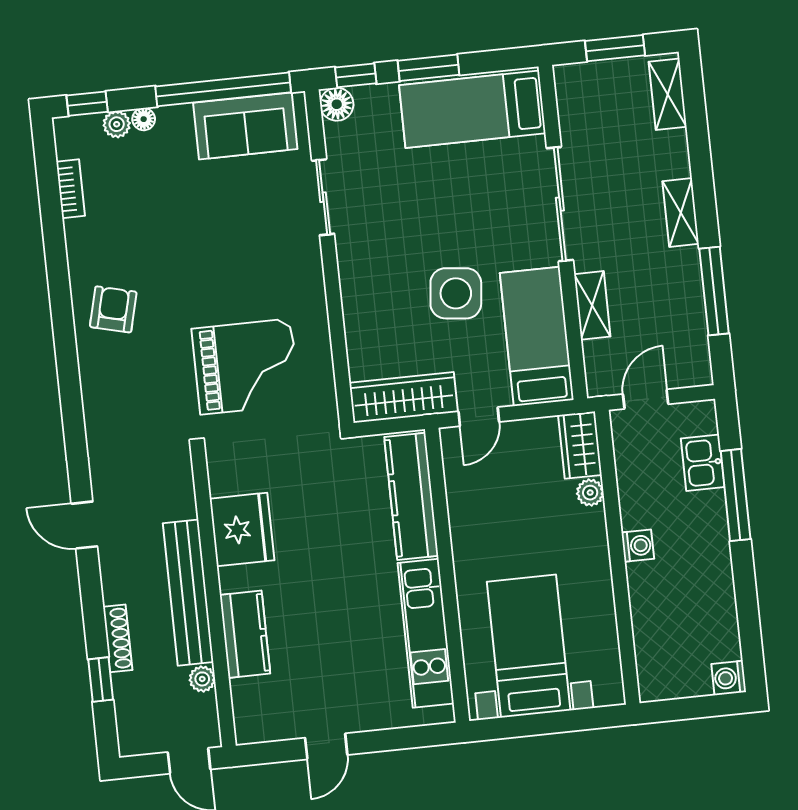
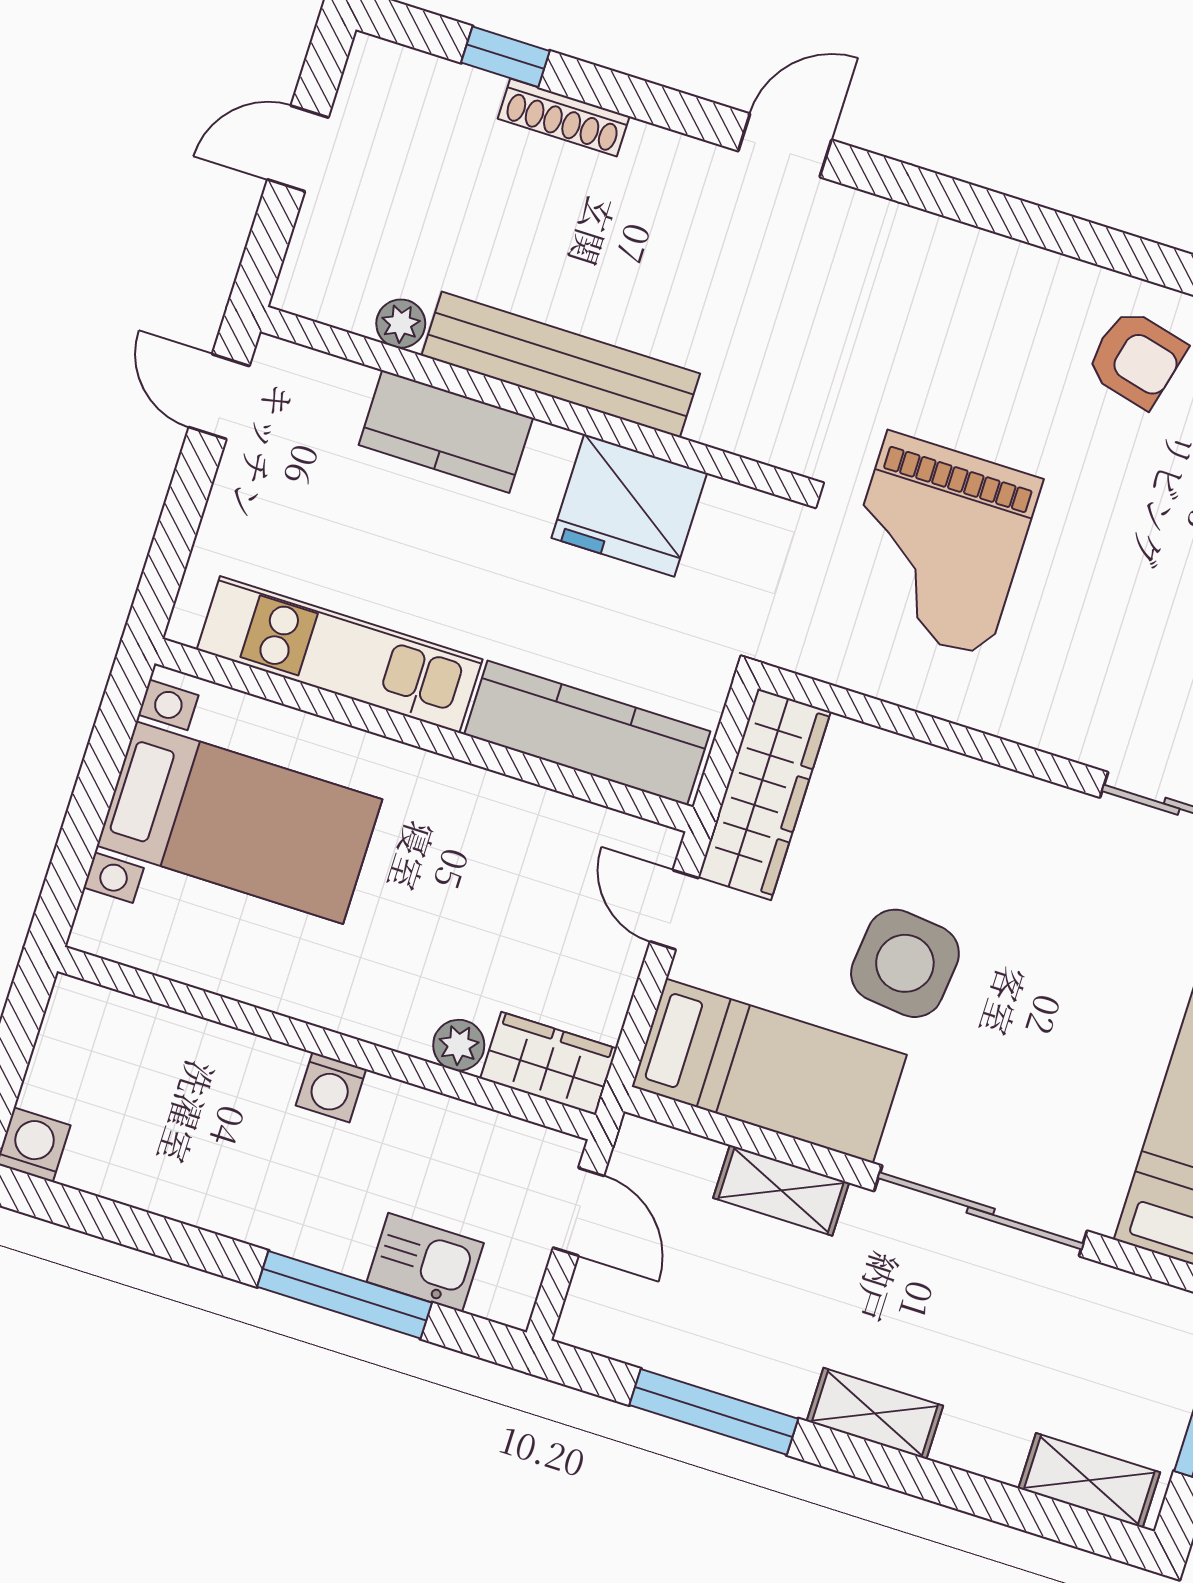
fridge: (242, 529) -> (629, 505), moved
bench: (188, 593) -> (561, 365), moved
wall: (214, 600) -> (529, 403), moved
kitchen counter: (245, 634) -> (446, 431), moved
plant: (202, 679) -> (401, 324), moved

